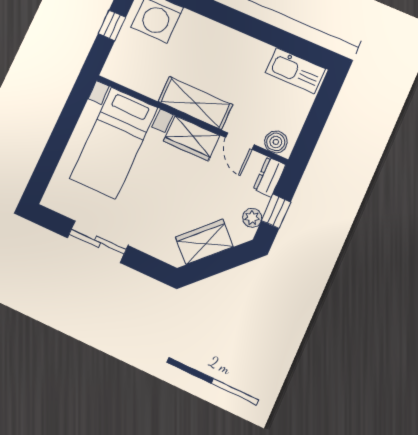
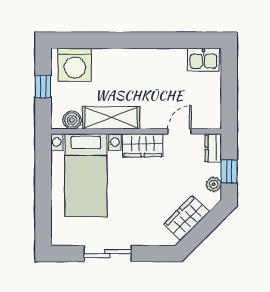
kitchen sink: (295, 71) -> (203, 60), width x0.73
shelving: (195, 103) -> (111, 118), moved
door: (240, 141) -> (180, 131), swing flipped
boiler: (276, 142) -> (72, 120), moved

